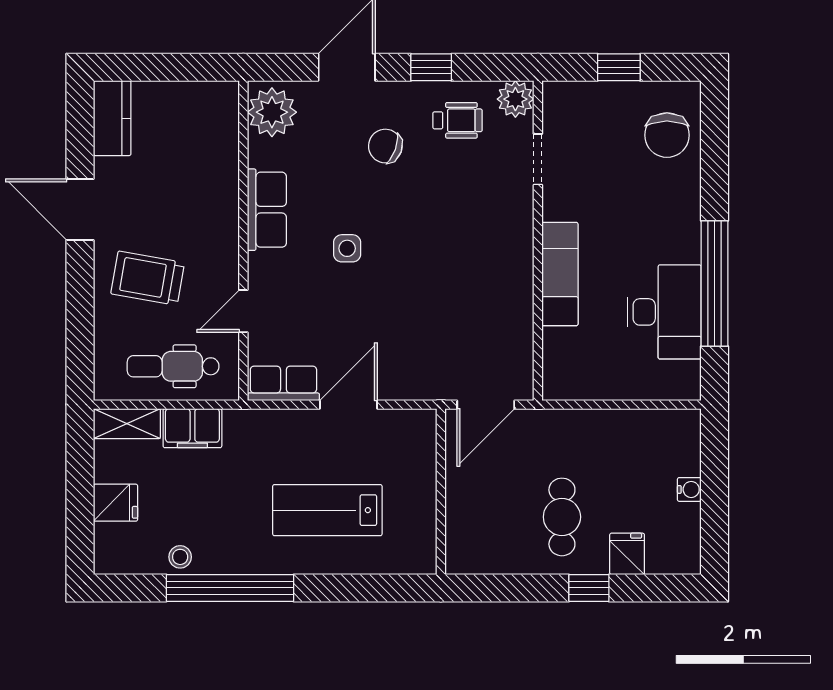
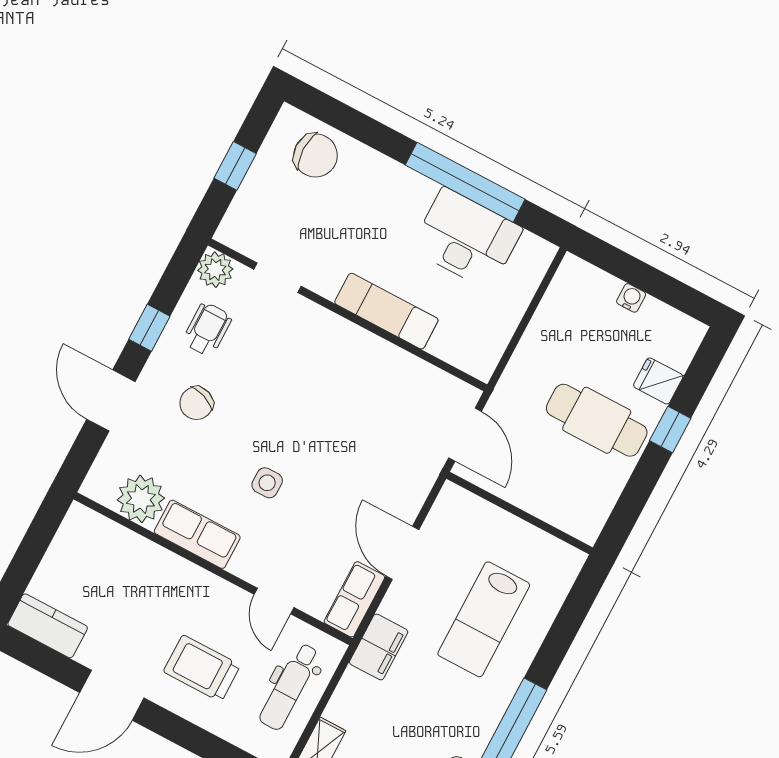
plant: (272, 112) -> (141, 499), moved
trolley: (148, 278) -> (202, 668), turned 80
filing cabinet: (192, 428) -> (379, 647), moved
cafe table: (562, 517) -> (597, 420), width x1.37, depth x1.35

